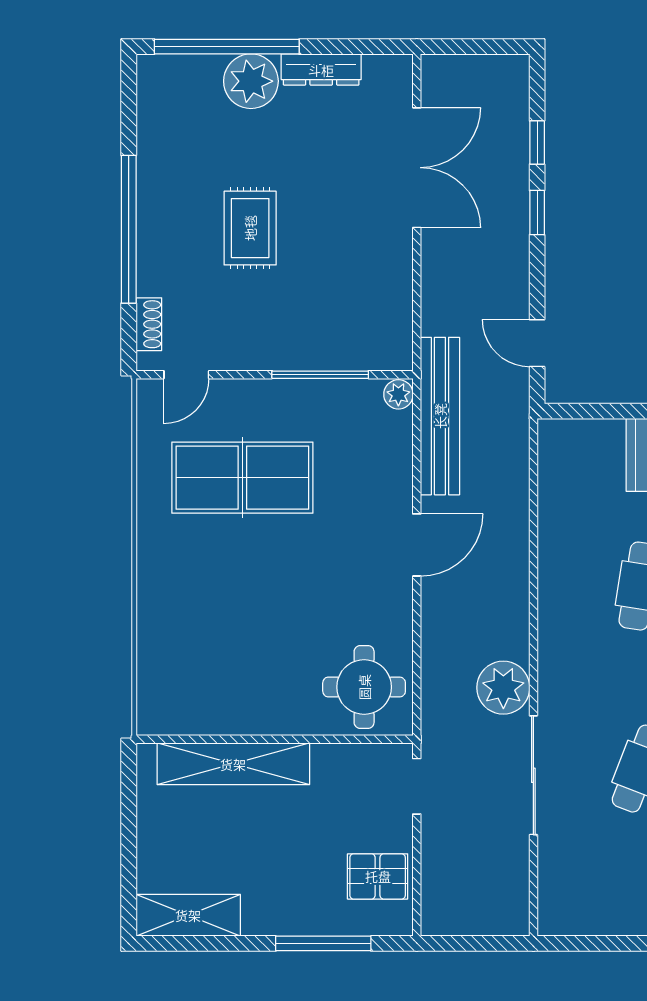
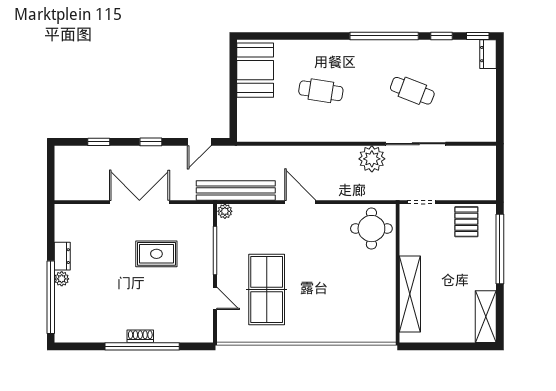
dresser: (321, 70) -> (62, 256), width x0.70
plant: (251, 81) -> (62, 279), width x0.53, depth x0.53
double door: (417, 168) -> (139, 202), moved
window: (537, 213) -> (151, 142), moved
rug: (250, 228) -> (156, 254), moved
shoe rack: (149, 324) -> (140, 336), moved
door: (186, 375) -> (215, 298), moved
window: (323, 943) -> (500, 249), width x1.46

